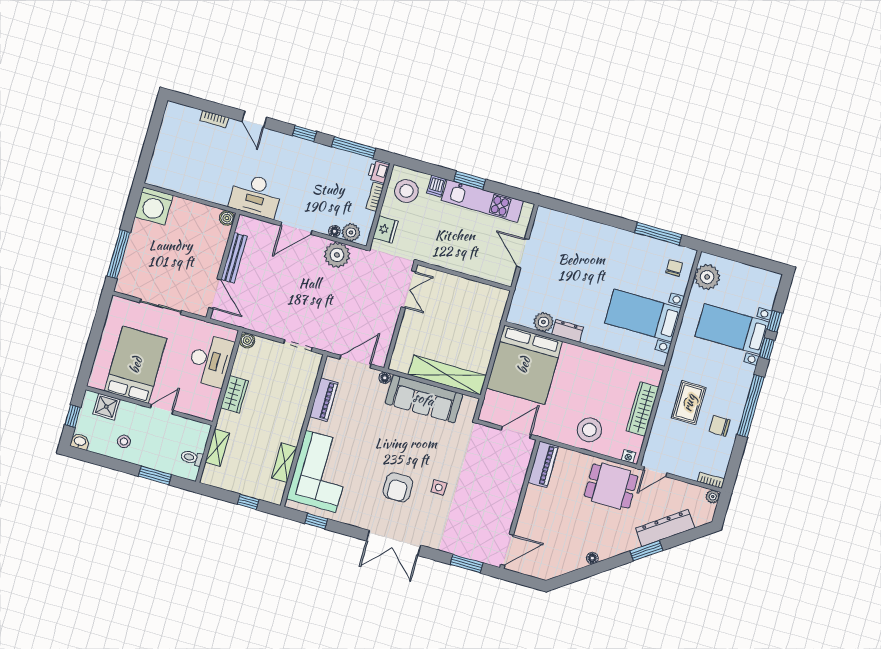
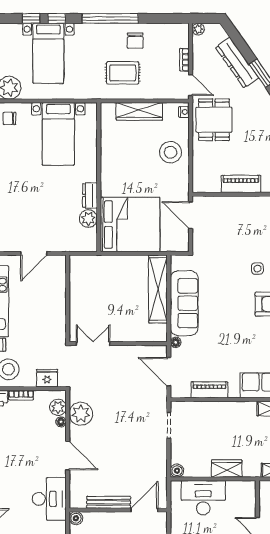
piano: (543, 464) -> (241, 184), moved
bookcase: (711, 480) -> (184, 60), moved

